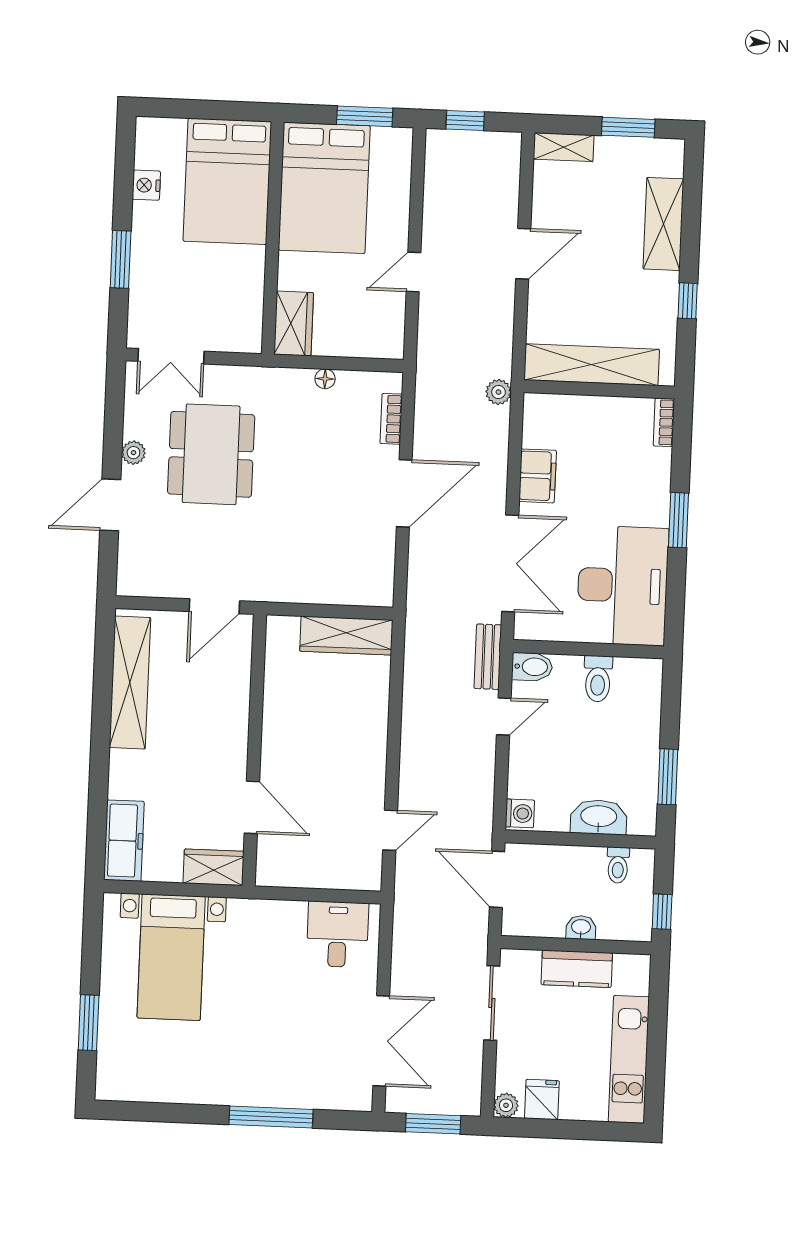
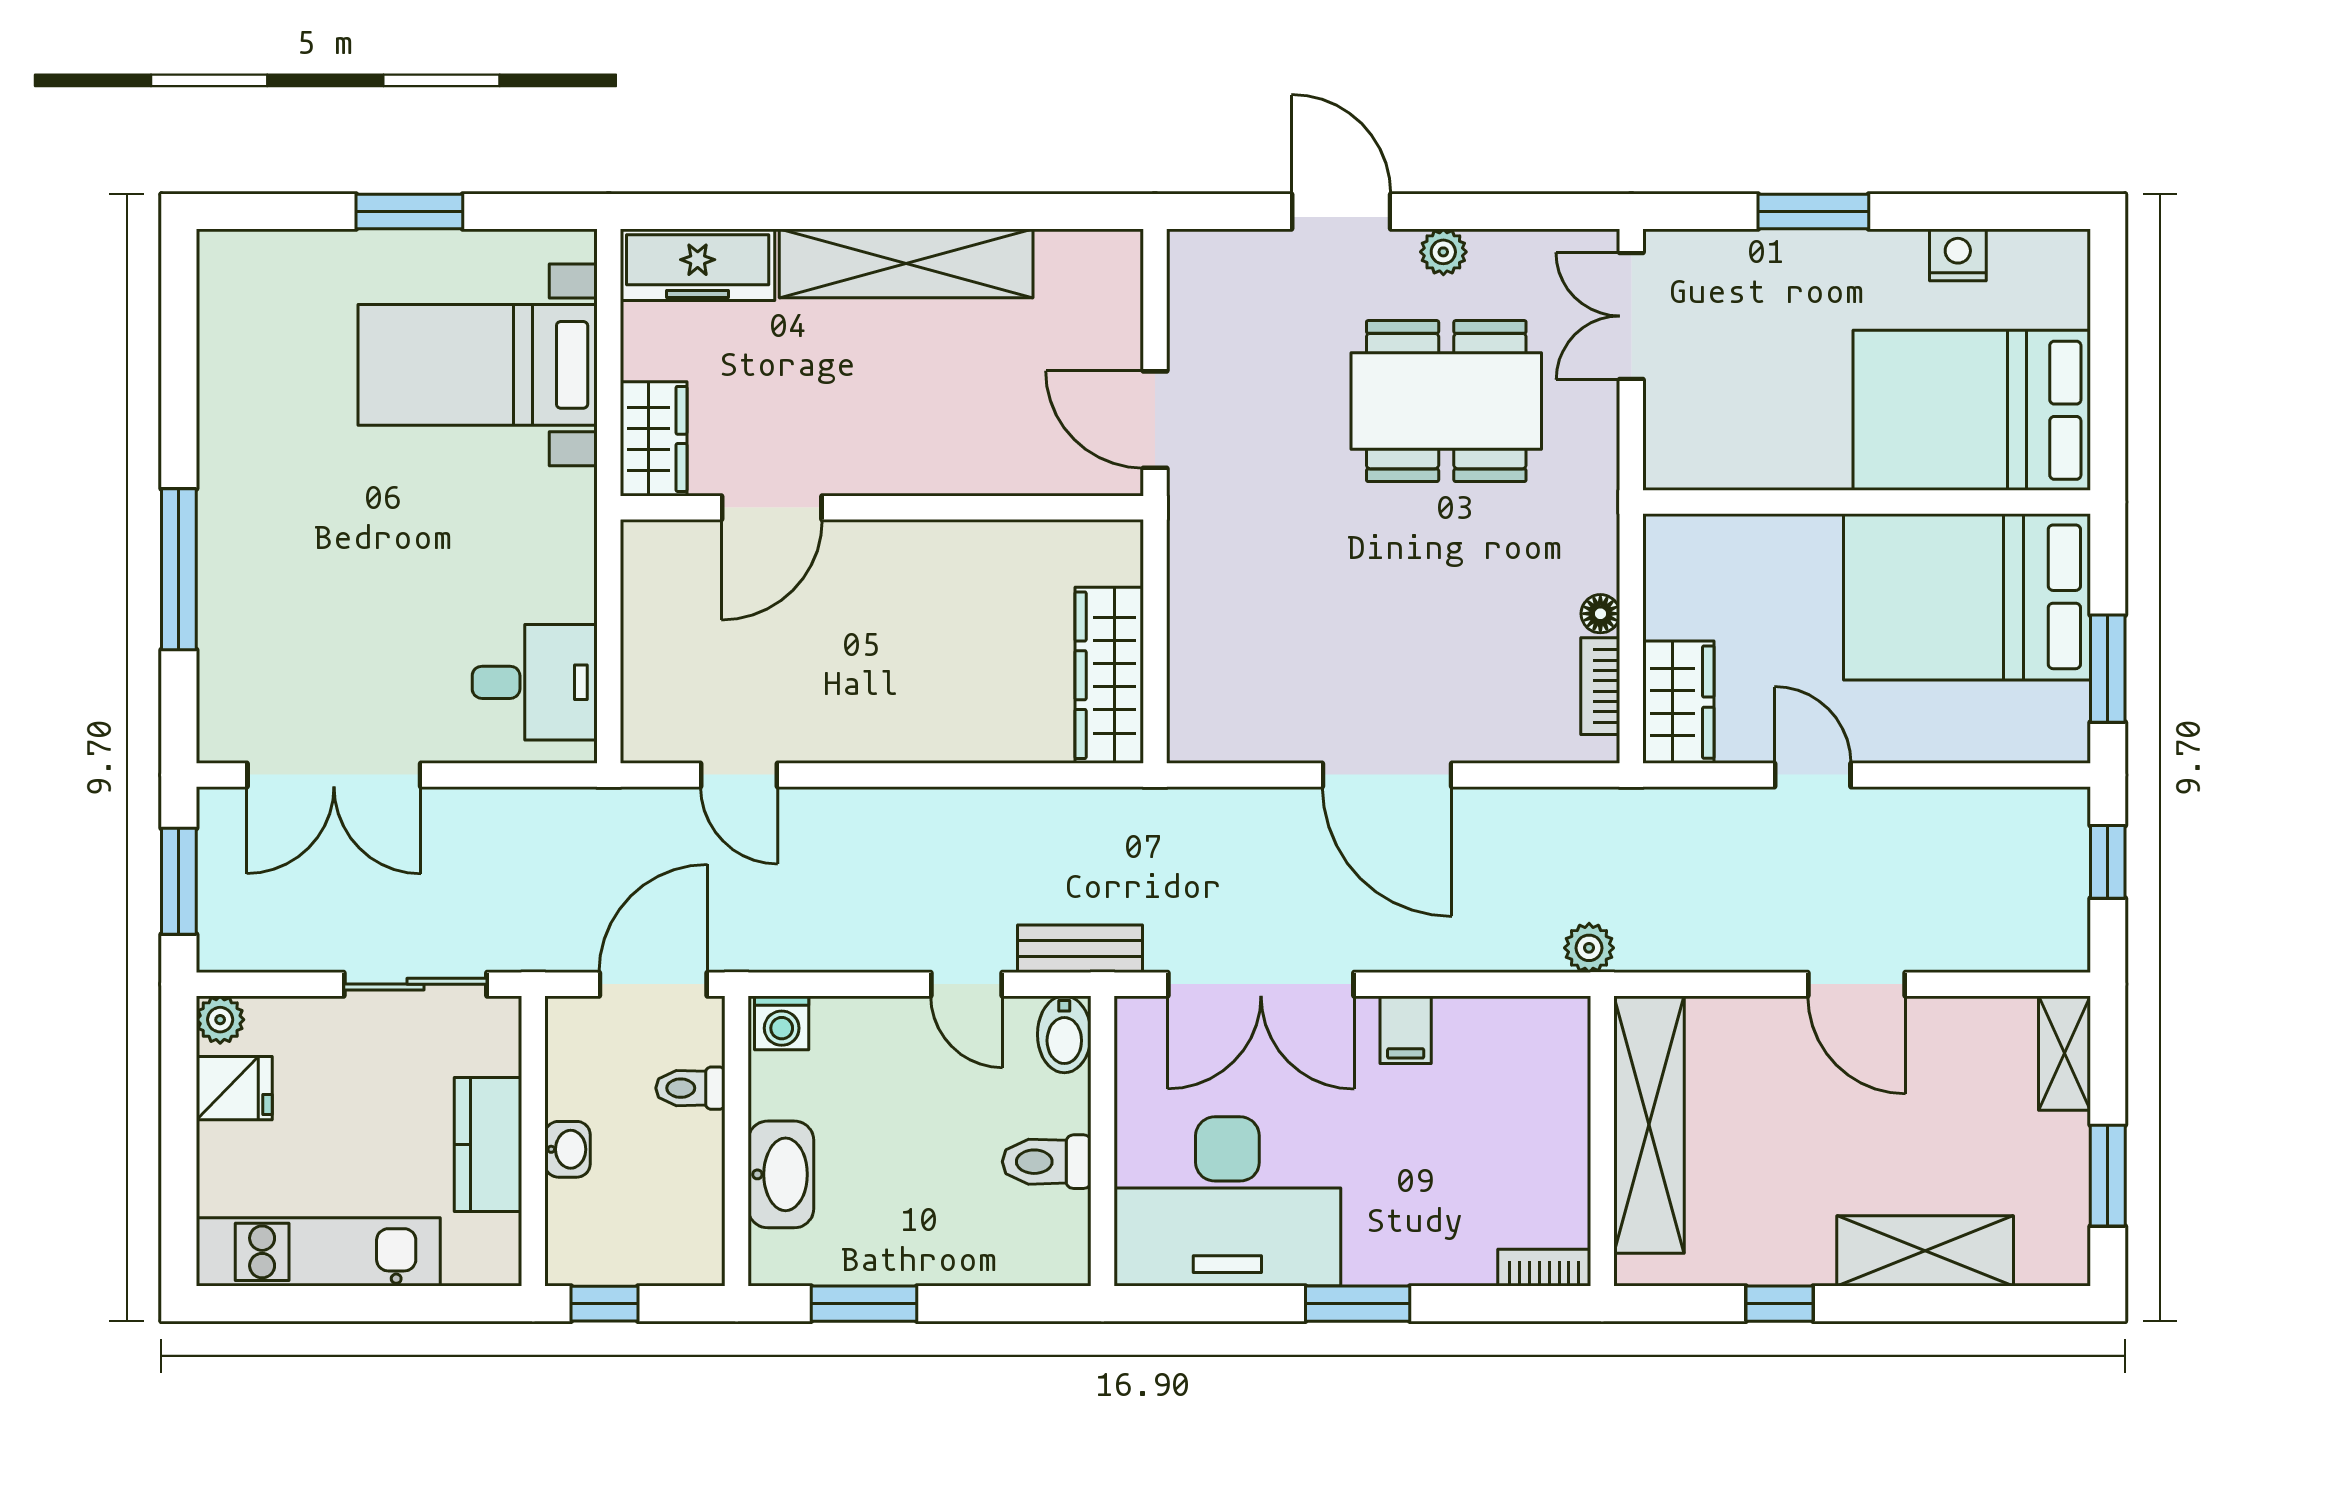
wardrobe: (294, 323) -> (1678, 702), moved, turned -90
bookcase: (391, 419) -> (1600, 686), moved, turned -90
filing cabinet: (538, 476) -> (1406, 1030), width x0.50
shelving: (130, 683) -> (906, 263), moved
toilet: (618, 865) -> (690, 1088), moved
window: (89, 1023) -> (409, 211), moved

